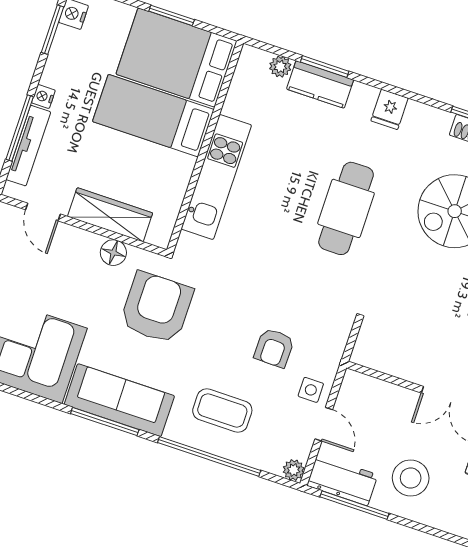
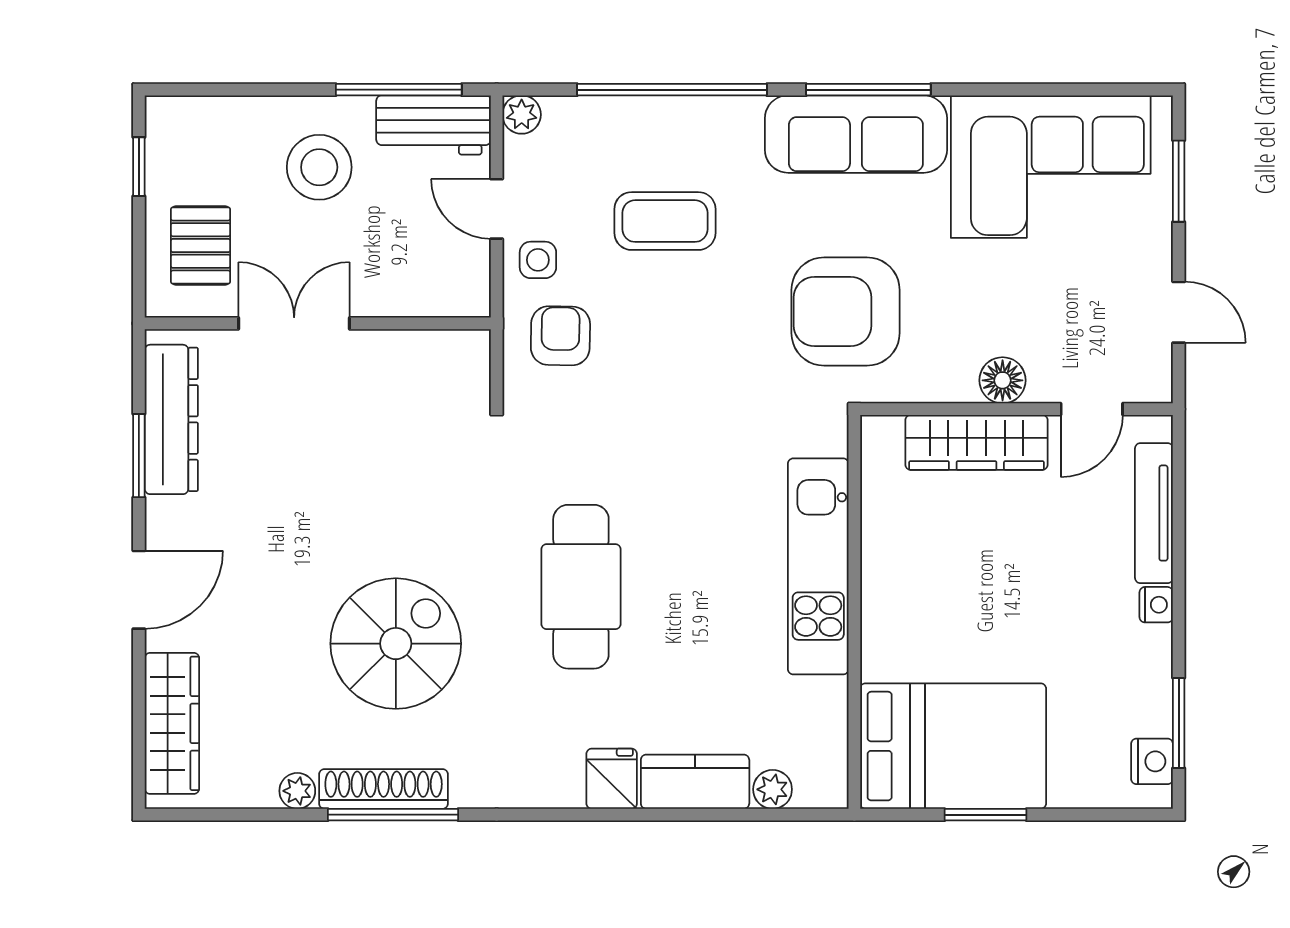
window: (325, 67) -> (698, 815), removed
fridge: (389, 109) -> (612, 779), moved
bed: (153, 116) -> (960, 635), removed
window: (20, 128) -> (1179, 538), removed
door: (43, 212) -> (1092, 409), swing flipped
floor lamp: (113, 253) -> (1003, 380), moved
armchair: (156, 308) -> (846, 311), turned 90
armchair: (274, 348) -> (560, 336), moved
coffee table: (222, 411) -> (665, 221), moved

